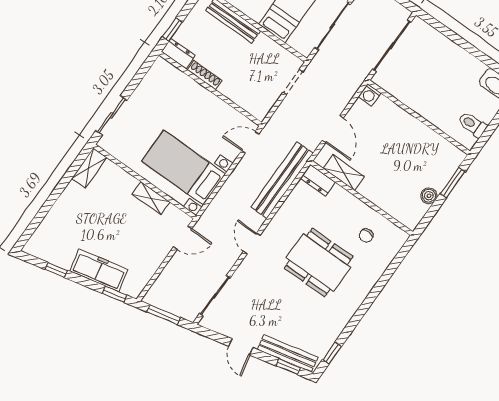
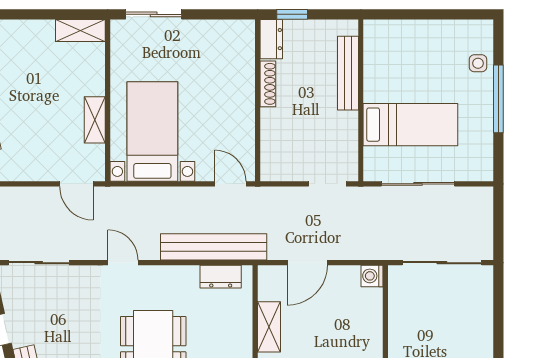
shelving: (344, 172) -> (269, 327), moved
dresser: (318, 180) -> (221, 277), moved, turned -90
door: (252, 243) -> (123, 263), hinge flipped

